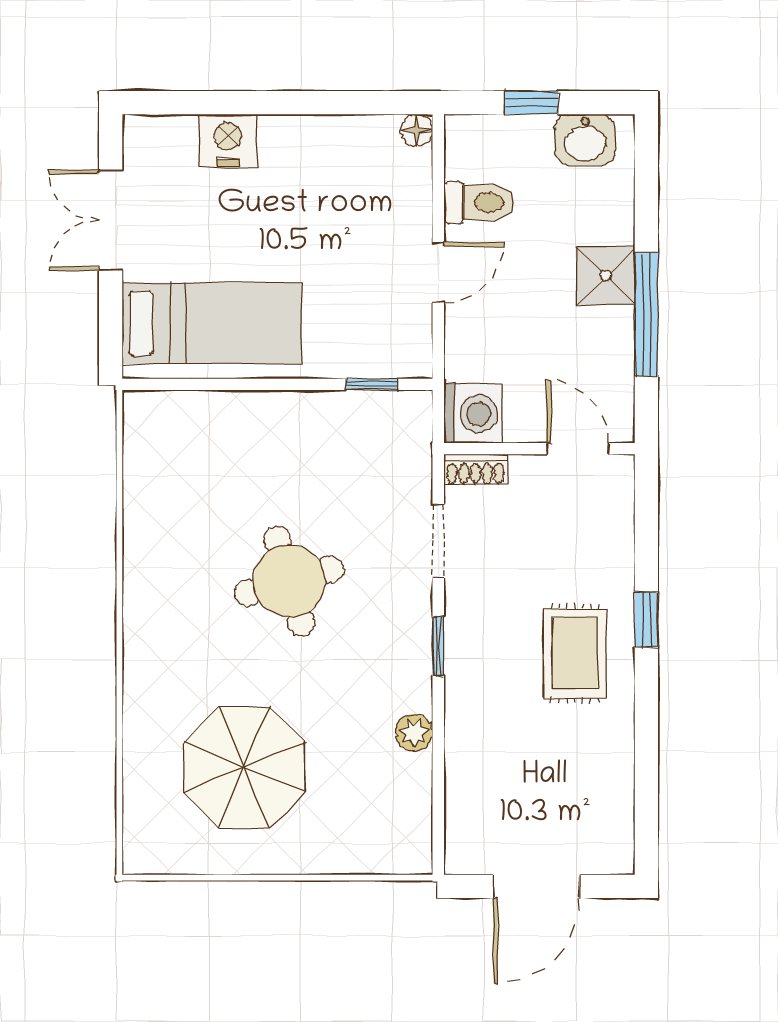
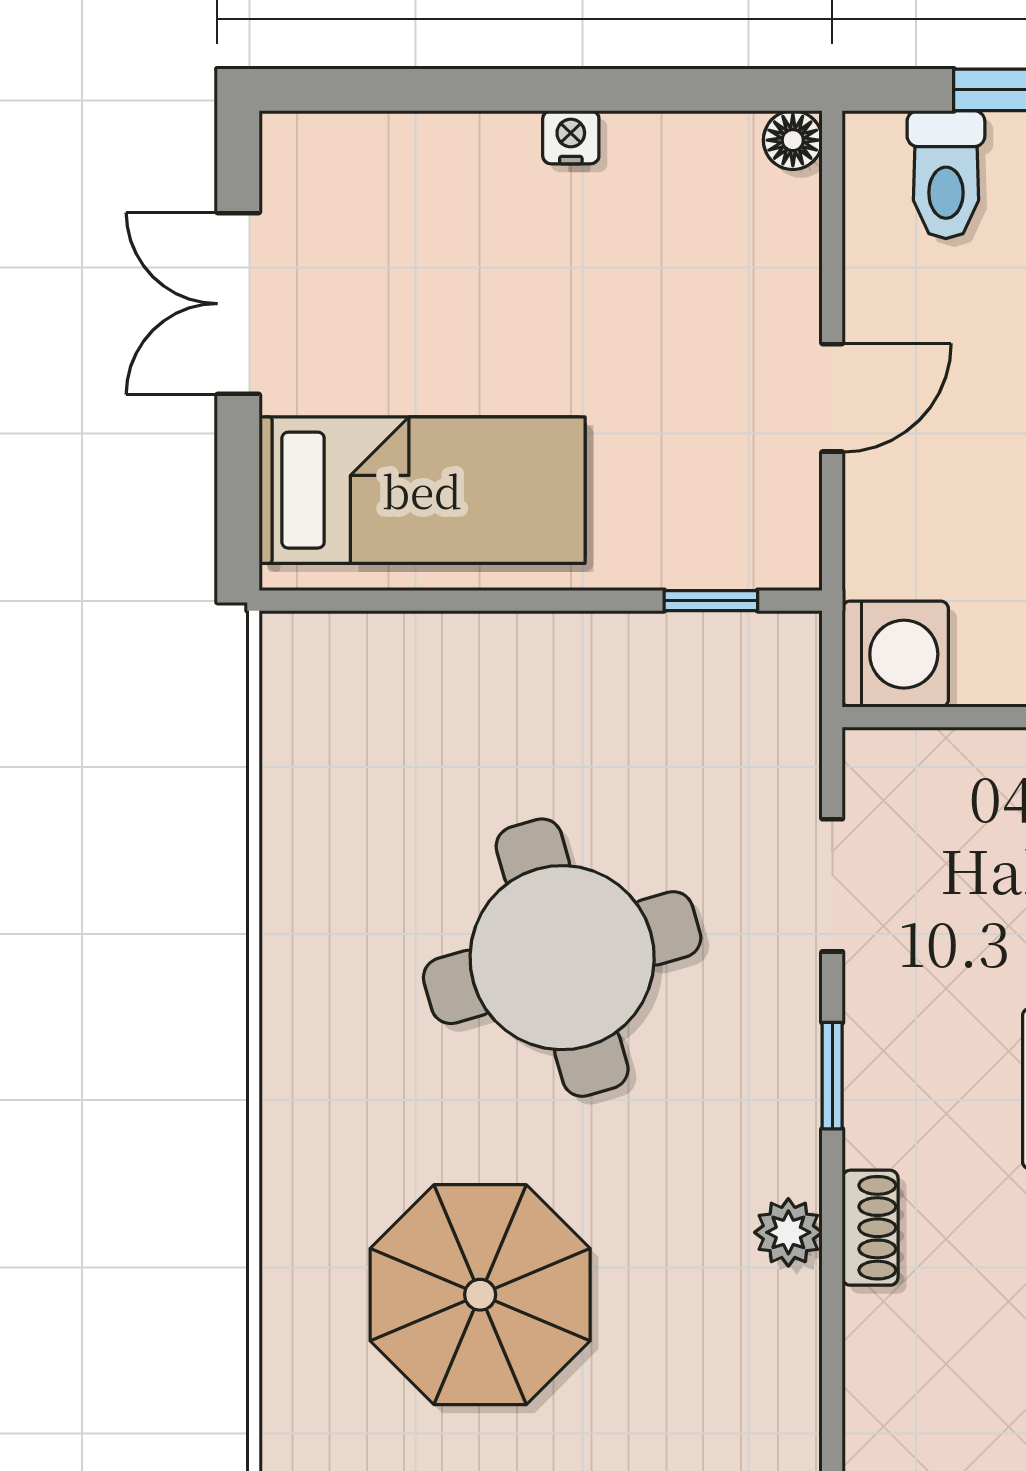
nightstand: (228, 140) -> (571, 137), moved, width x0.53, depth x0.56
toilet: (479, 203) -> (946, 175), moved, turned 90
shoe rack: (475, 470) -> (870, 1228), moved, turned -90
round table: (289, 581) -> (562, 958), width x1.36, depth x1.36

